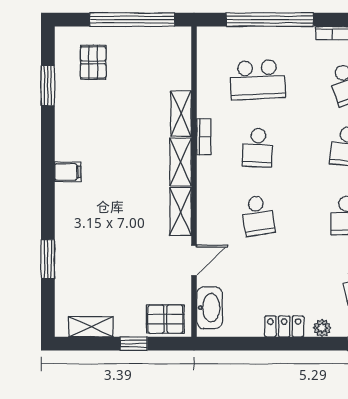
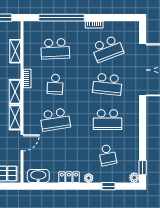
shelving: (181, 114) -> (15, 51), moved
school desk: (258, 216) -> (55, 120), width x1.85
washbasin: (209, 308) -> (38, 176), moved, turned -90

